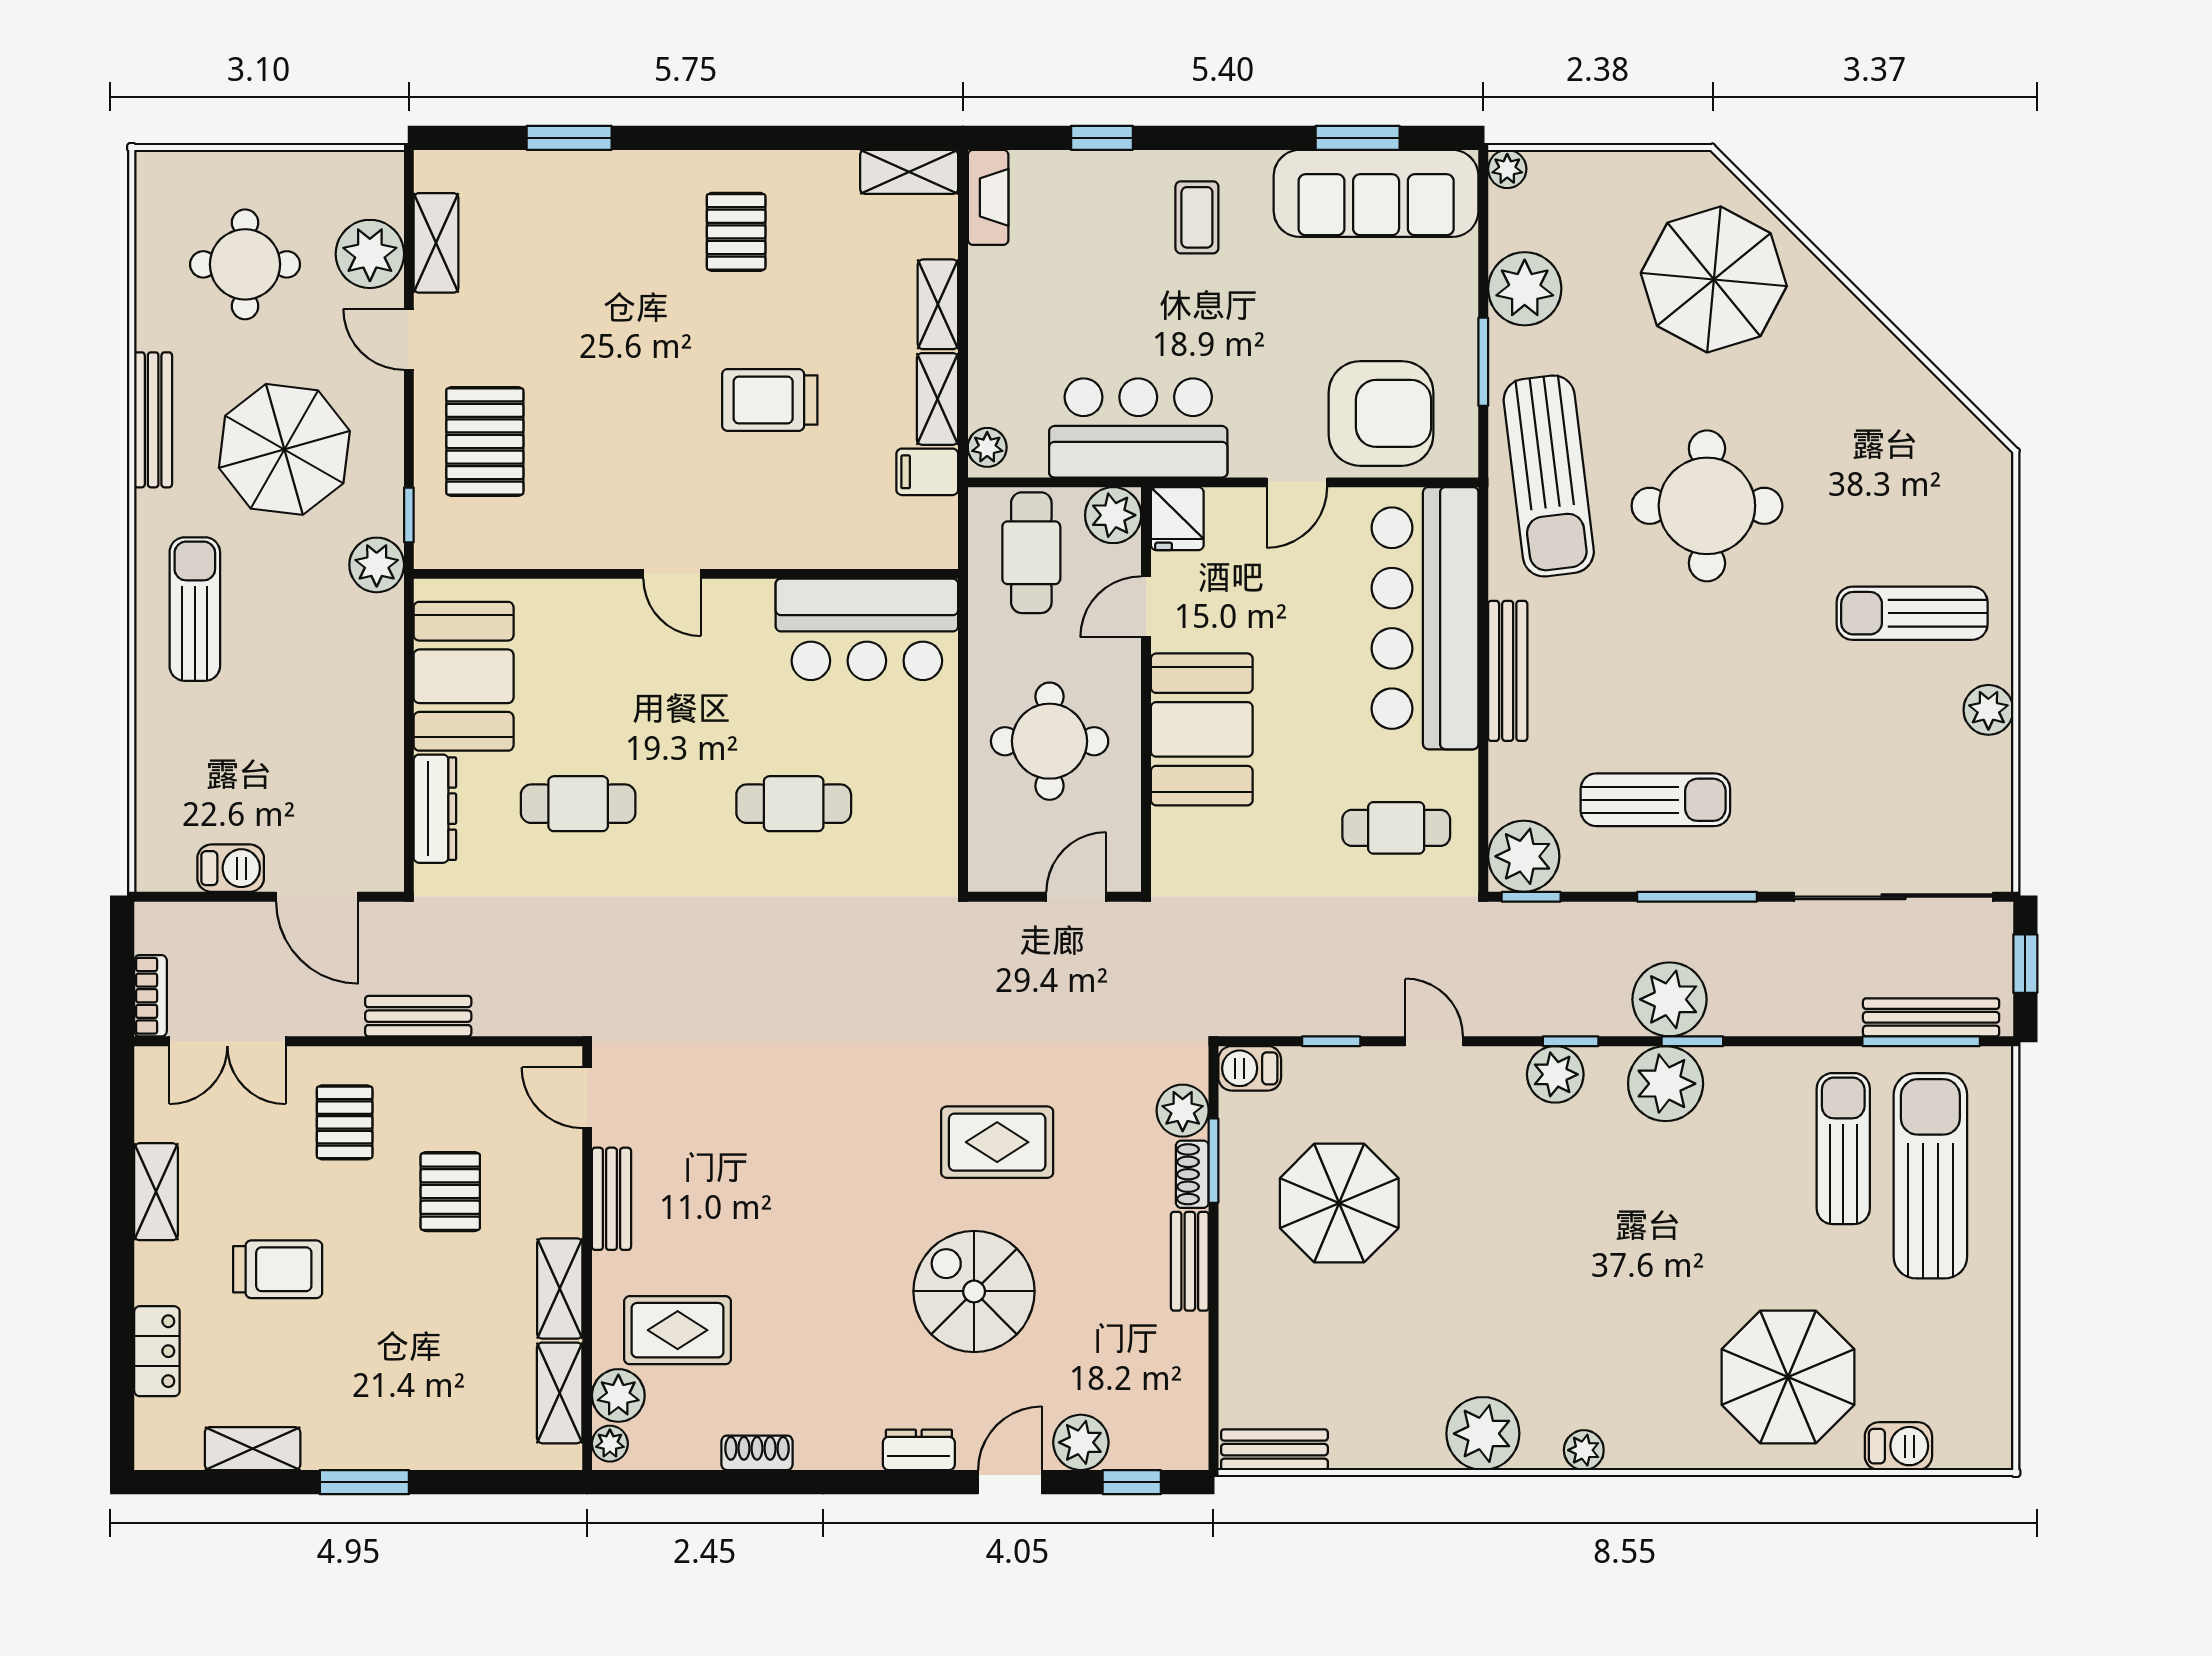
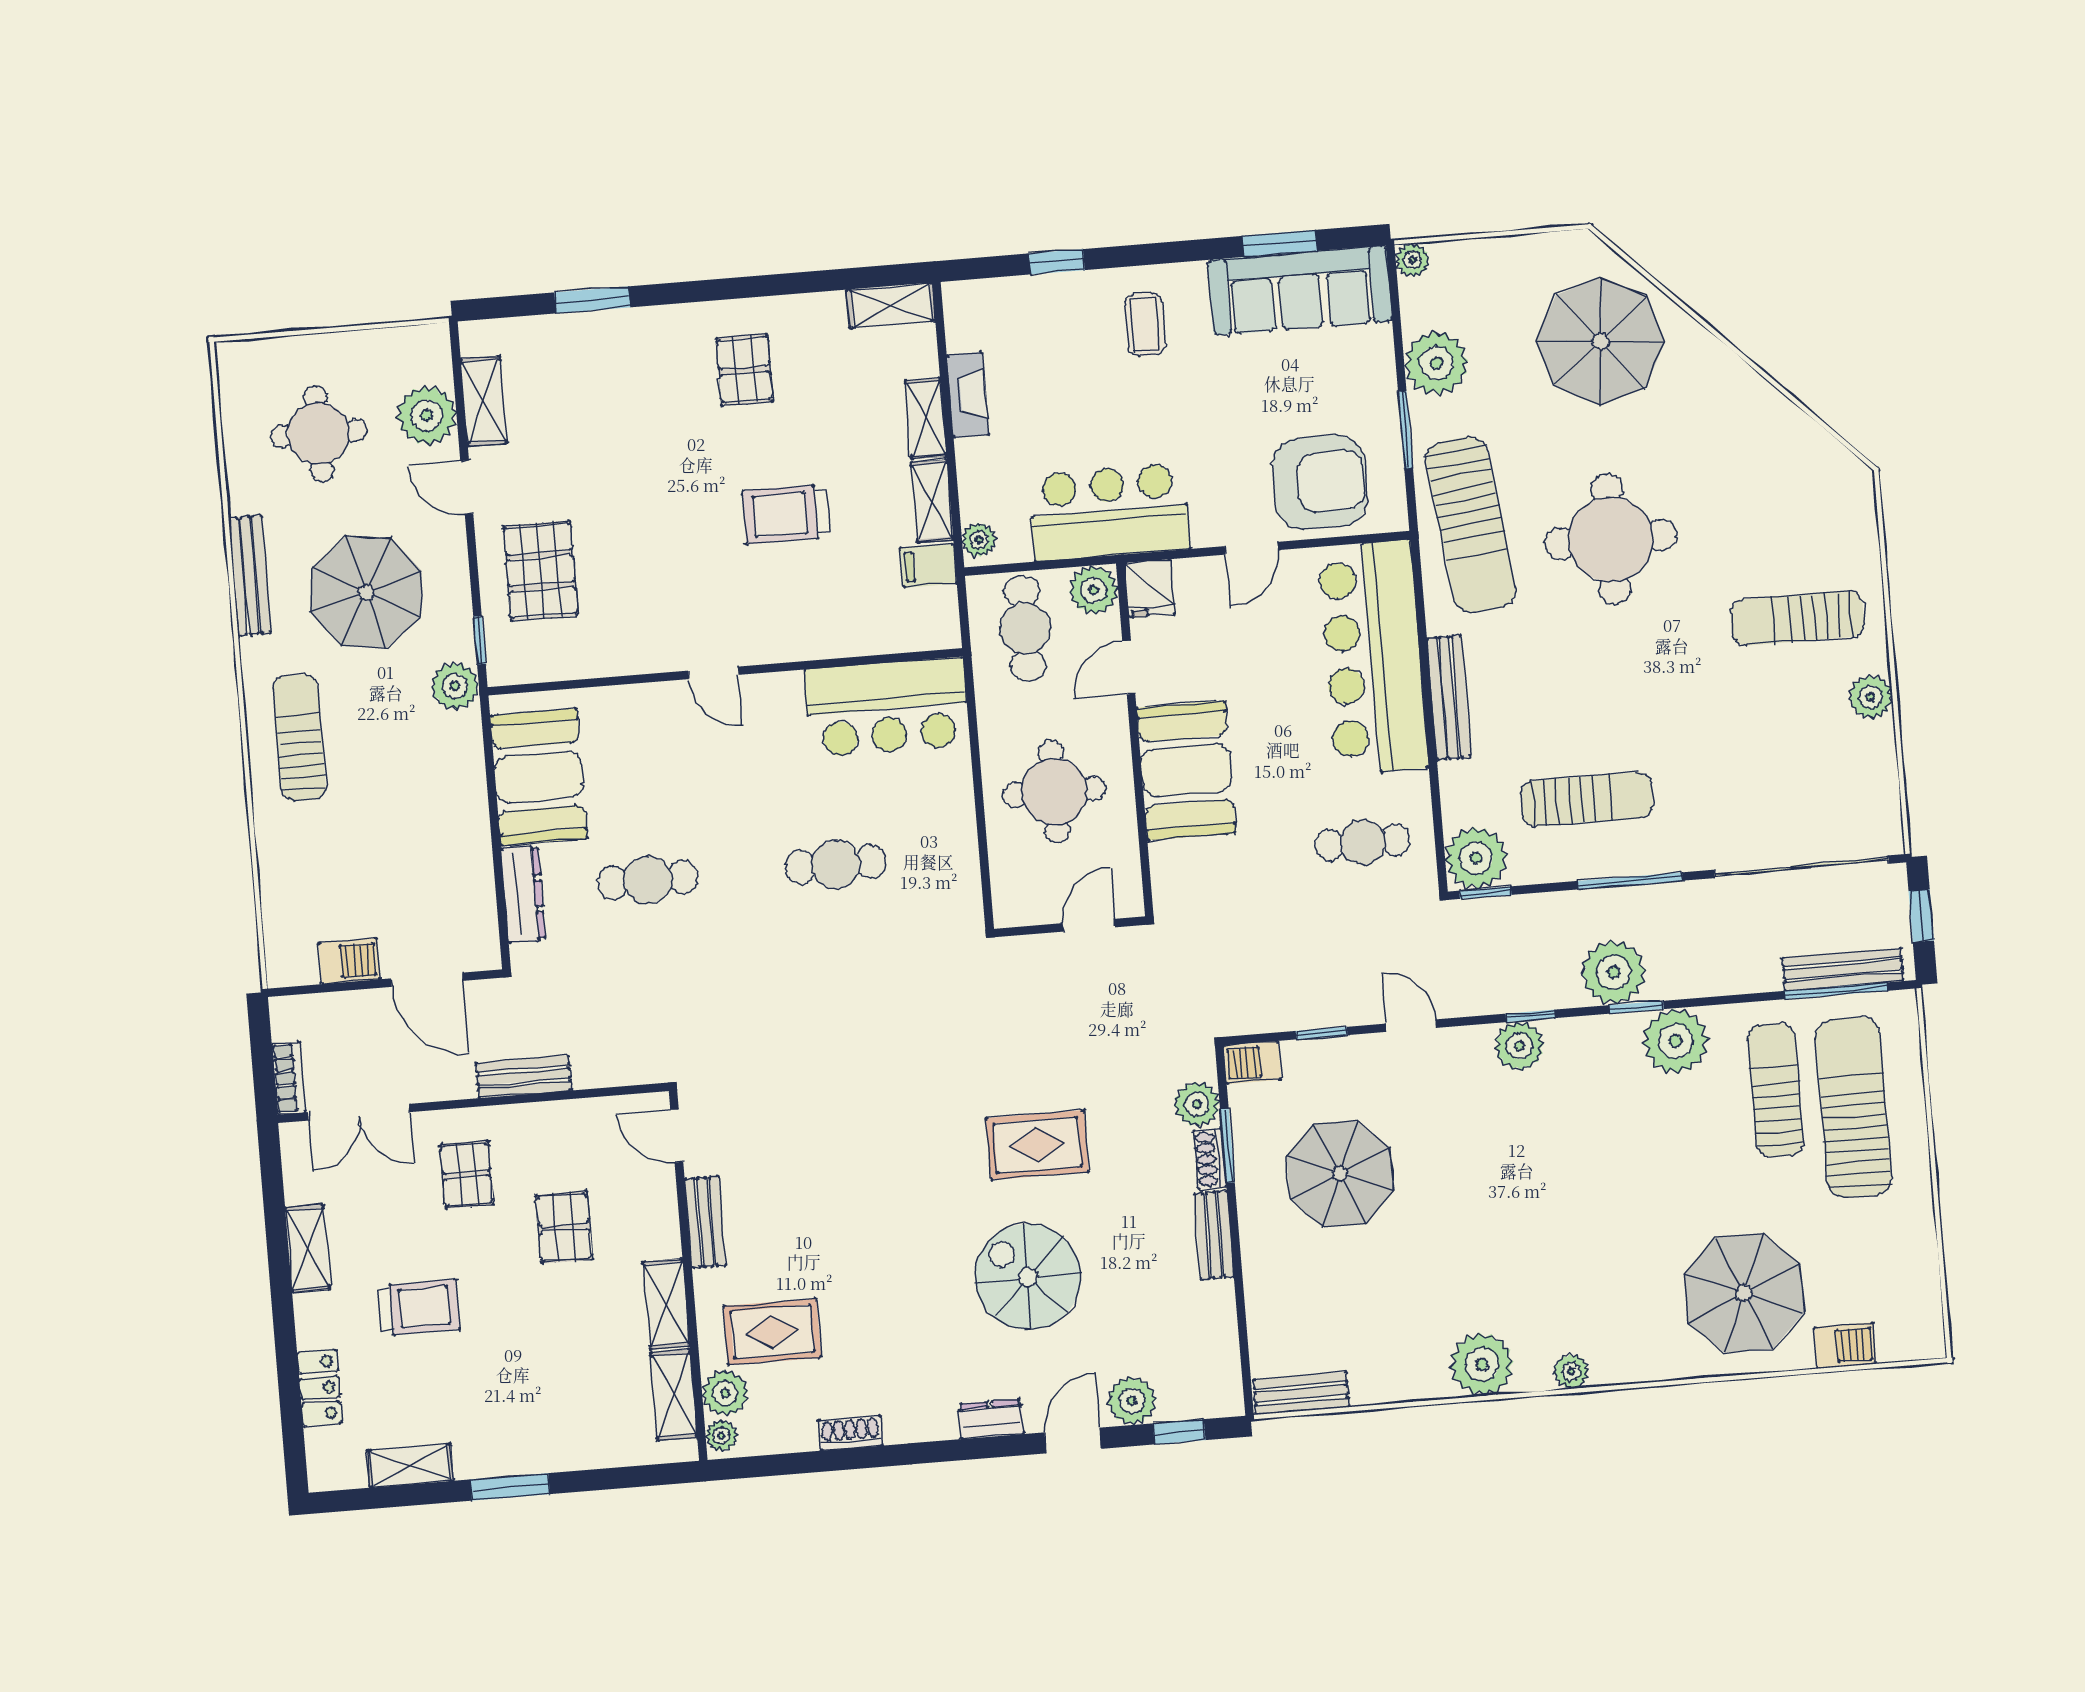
fireplace: (988, 197) -> (968, 395), moved
plant: (1666, 1084) -> (1676, 1041), moved

